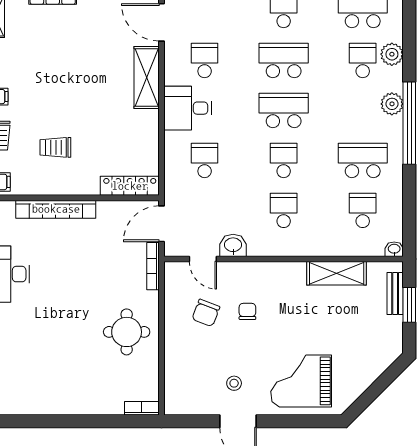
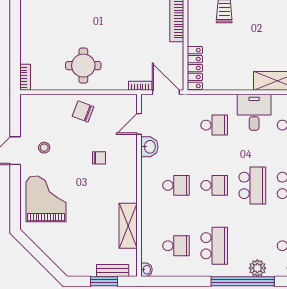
bookcase: (153, 266) -> (140, 86), width x0.64
chair: (206, 313) -> (83, 111), moved

